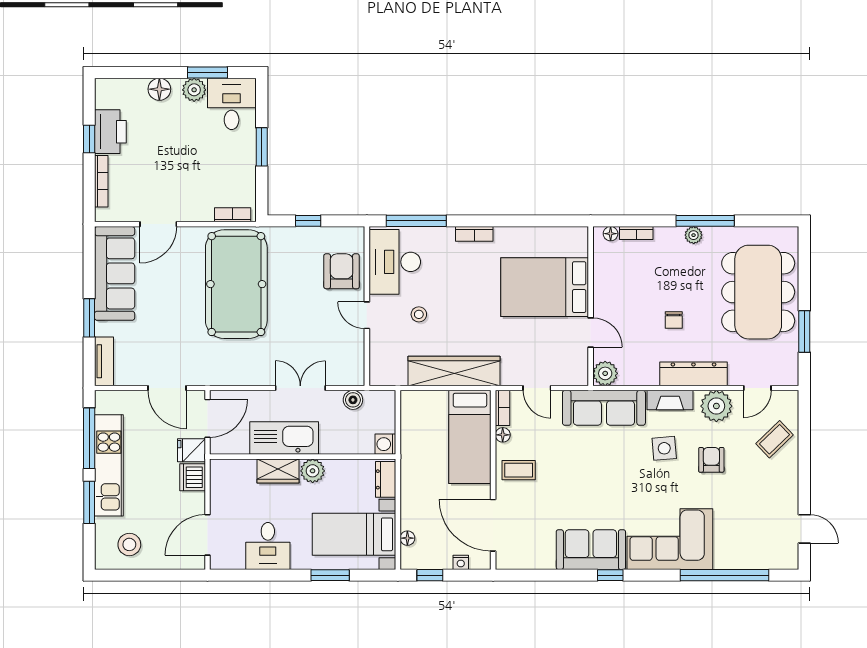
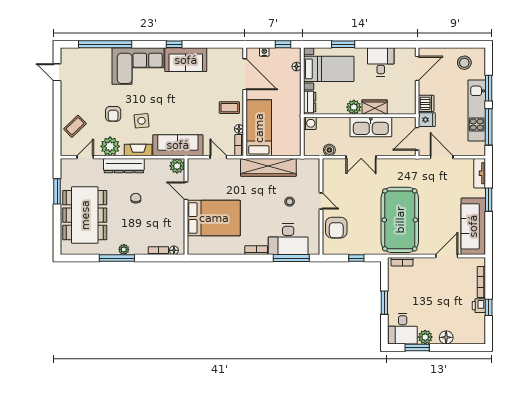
printer: (110, 132) -> (479, 306), width x0.53, depth x0.68
desk: (395, 262) -> (288, 239), moved, turned 90

